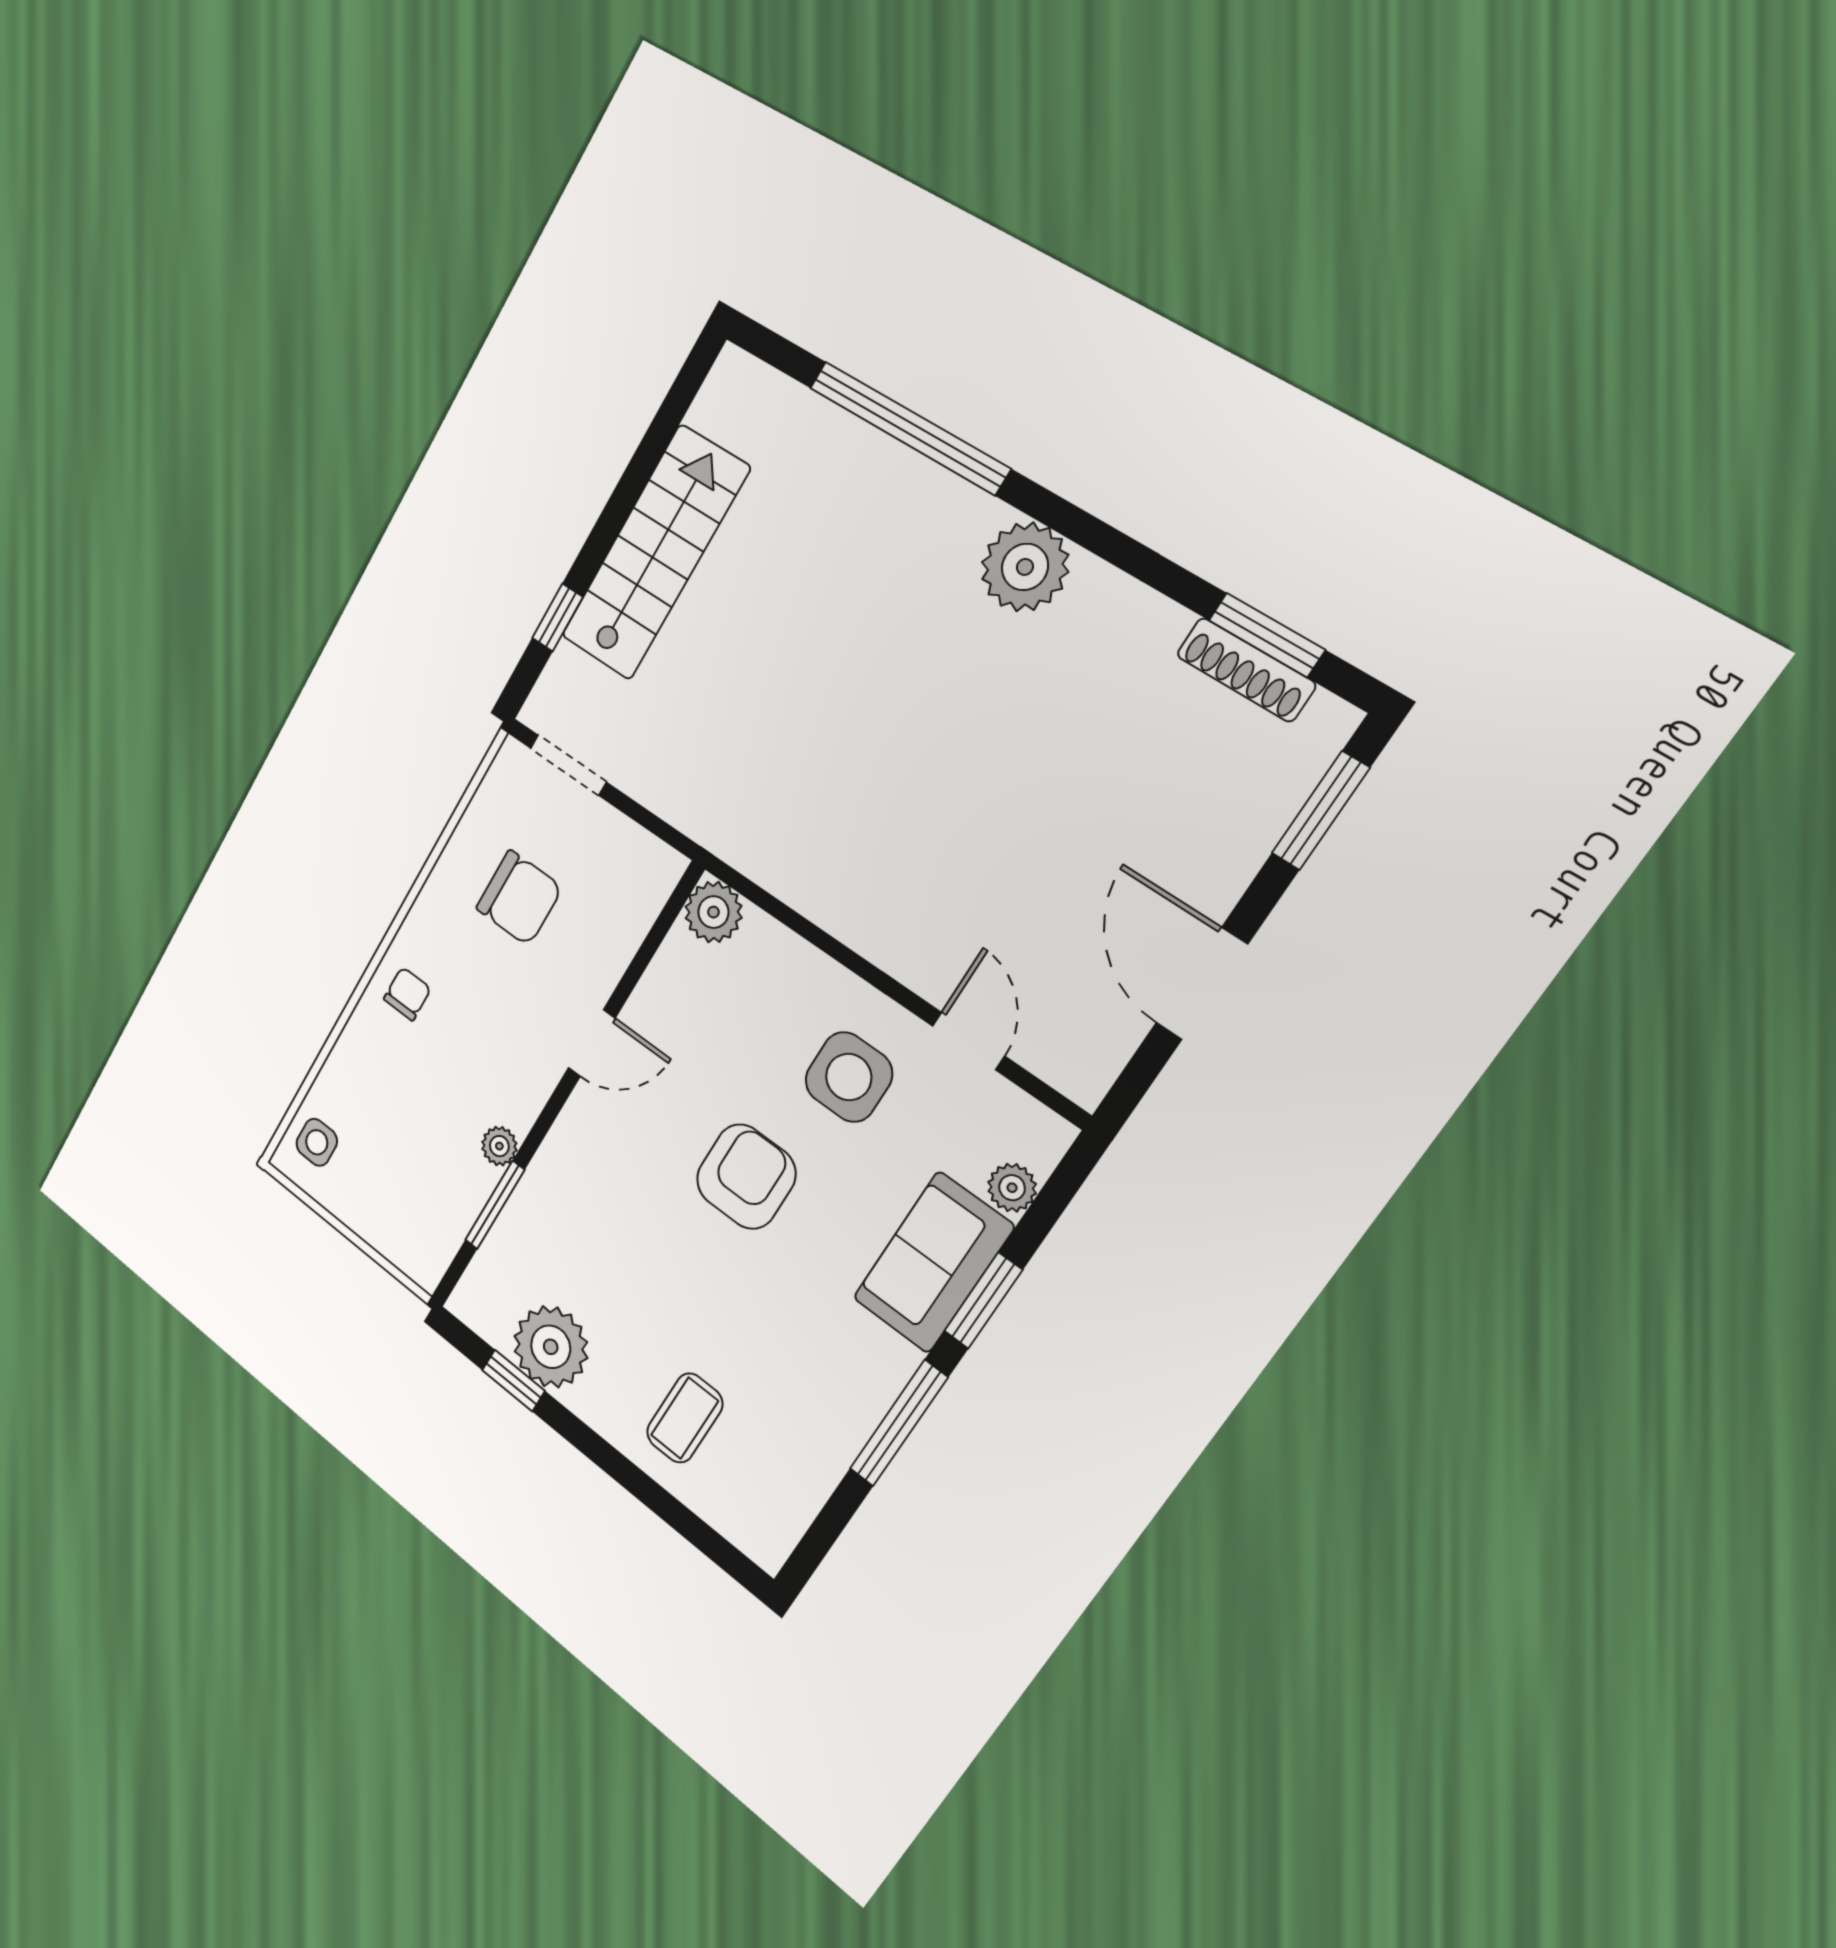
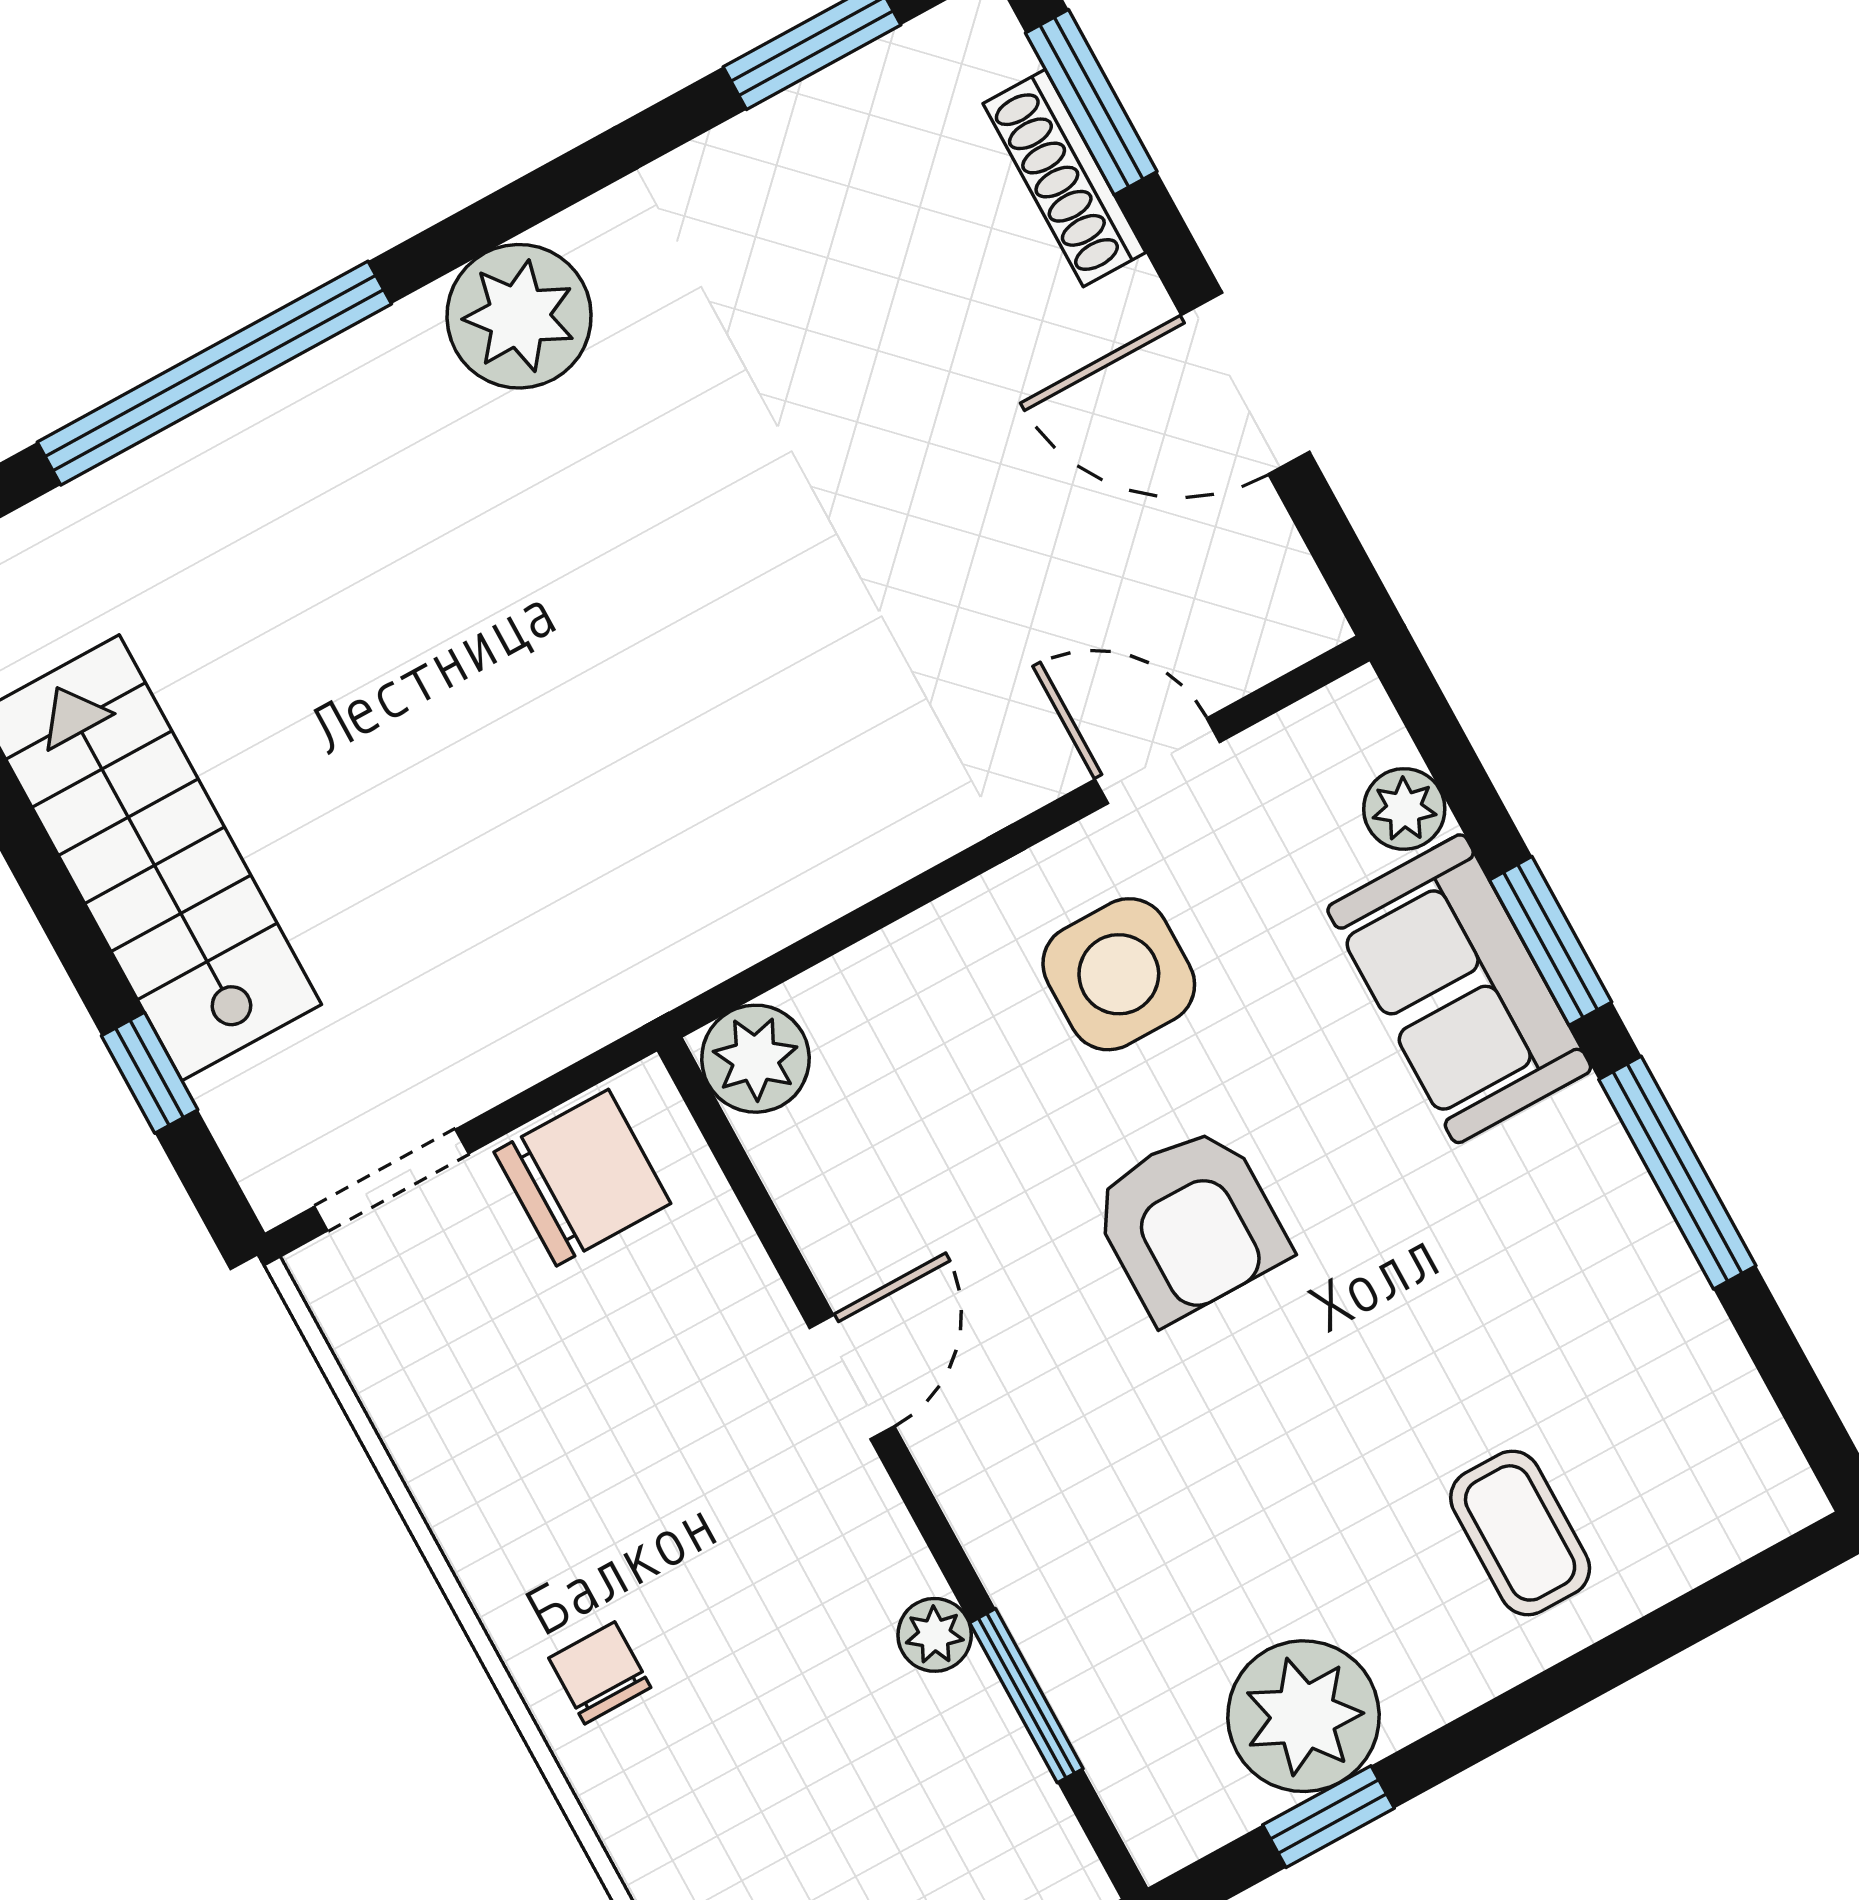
shoe rack: (1246, 670) -> (1064, 178), moved, turned 90
chair: (519, 898) -> (582, 1178), moved
armchair: (746, 1177) -> (1190, 1224), turned 180

